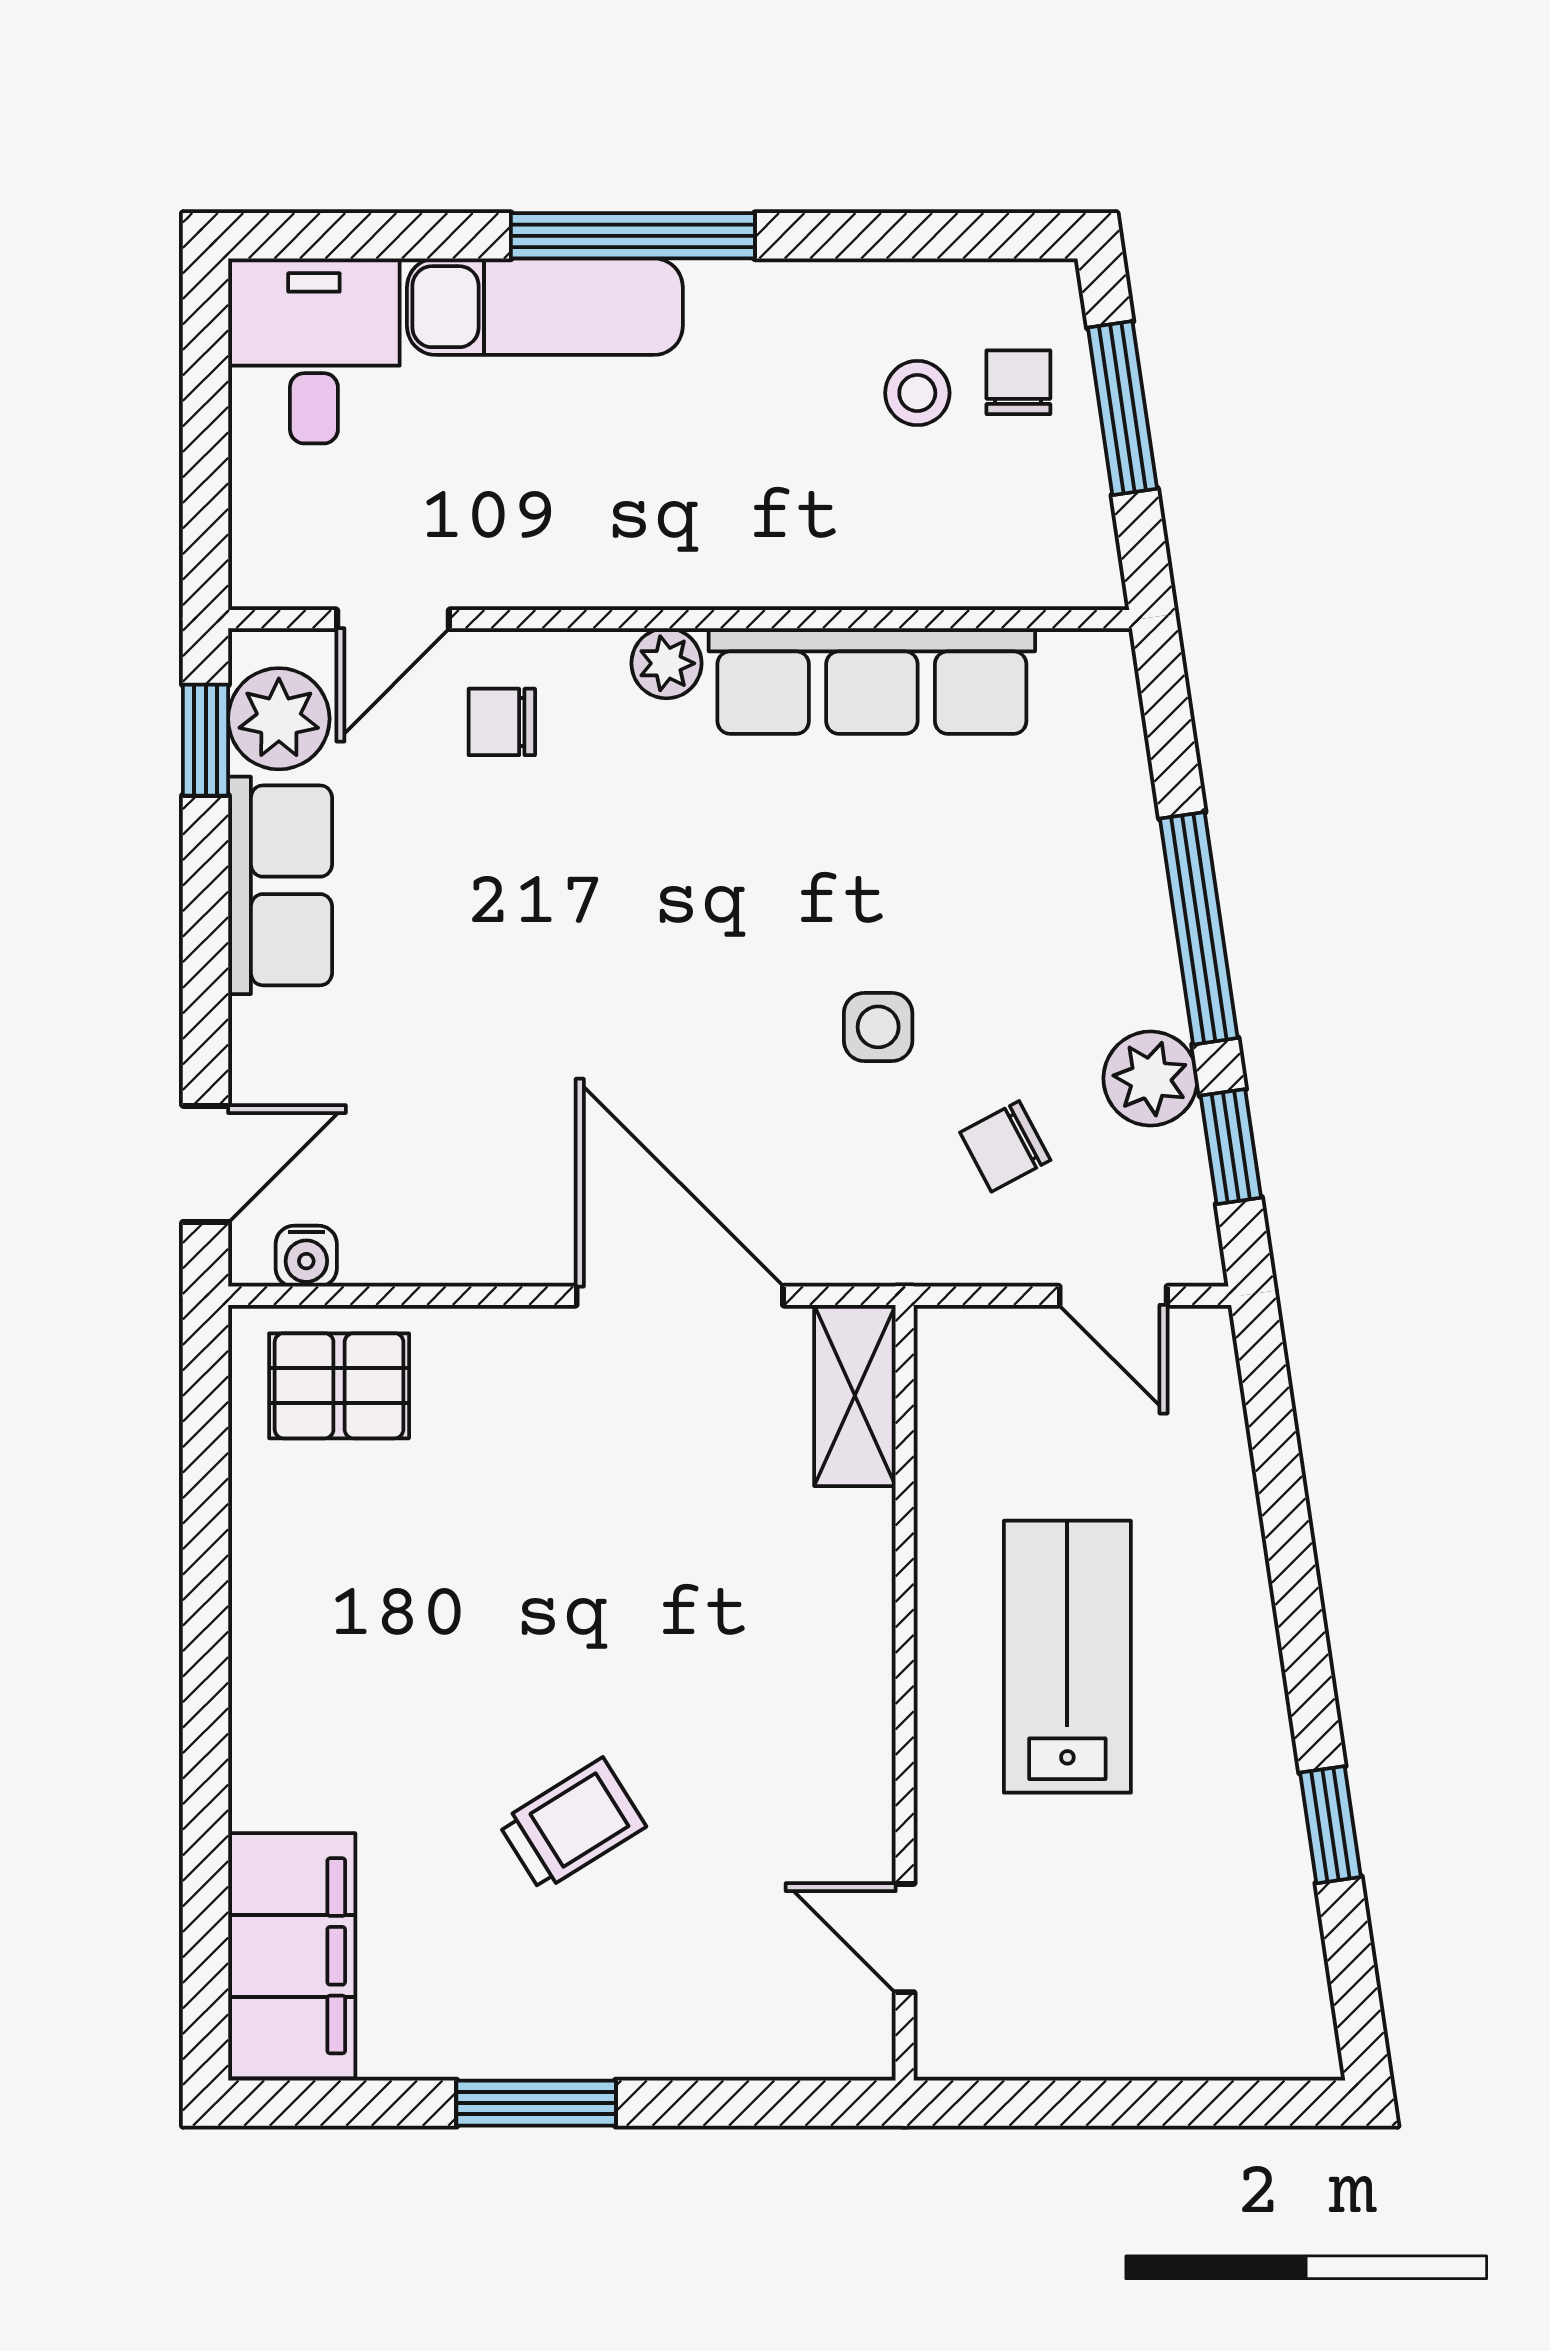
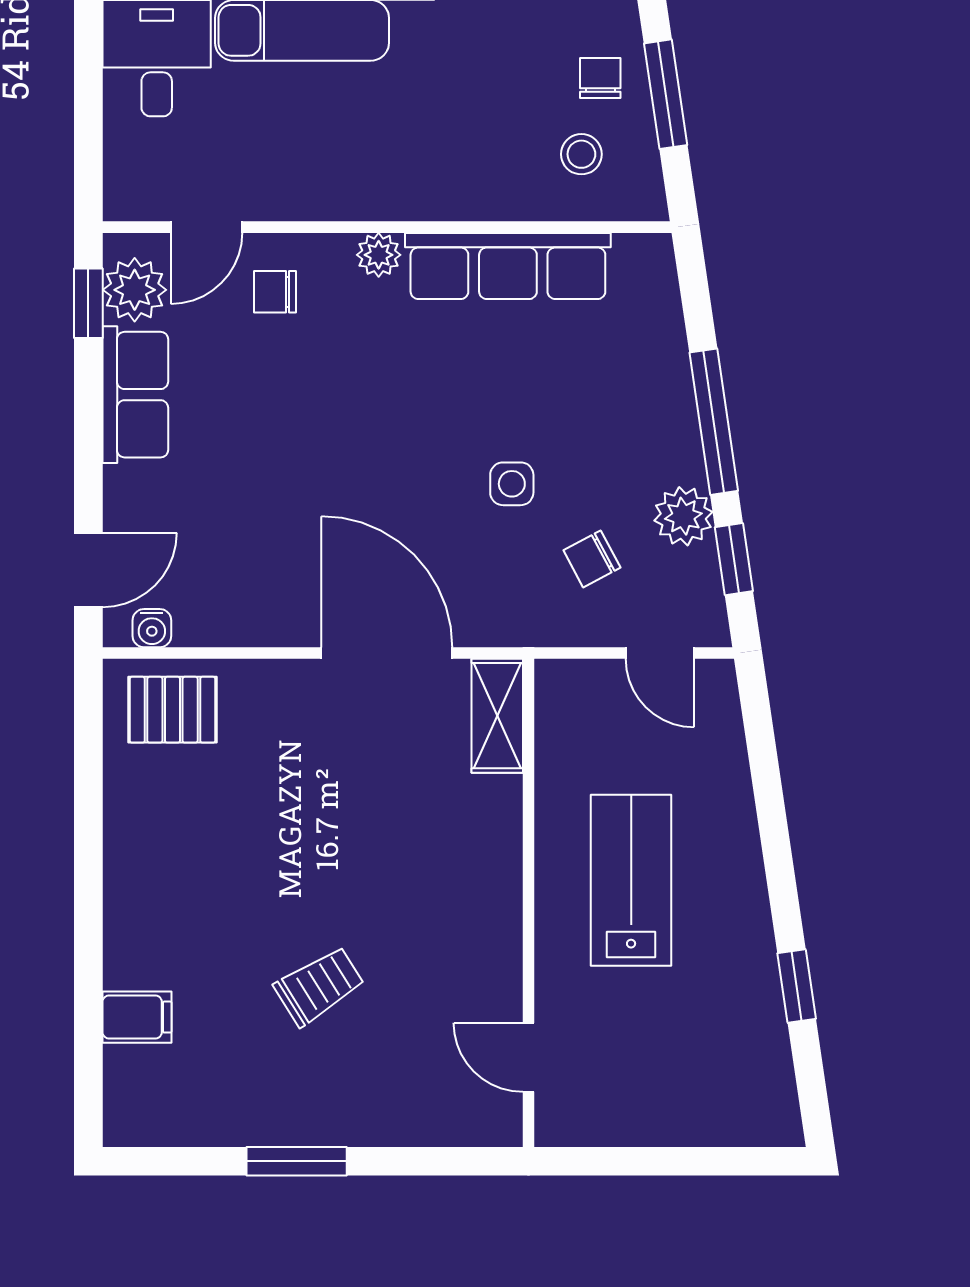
stool: (917, 393) -> (581, 154), moved
filing cabinet: (292, 1956) -> (137, 1017), width x0.33, depth x0.86

